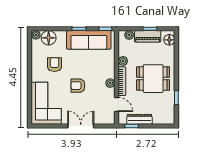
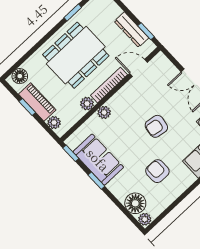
sofa: (89, 40) -> (98, 160), width x0.73
armchair: (54, 65) -> (157, 171), turned 90
dining table: (153, 79) -> (76, 55), width x1.38
plant: (110, 83) -> (104, 112), moved
armchair: (78, 86) -> (156, 126), turned 99
door: (116, 105) -> (138, 68), hinge flipped

